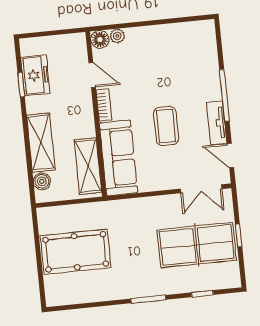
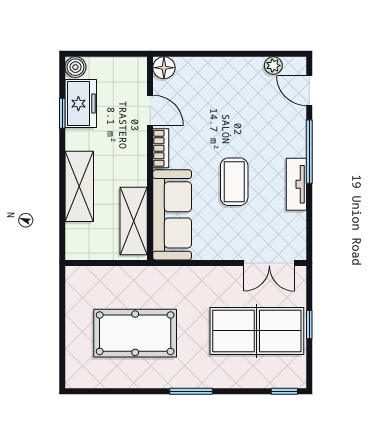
plant: (117, 36) -> (273, 66), moved
door: (230, 155) -> (309, 91), moved
boiler: (42, 181) -> (75, 67), moved
pool table: (76, 252) -> (135, 333), moved
window: (202, 294) -> (284, 391), moved

